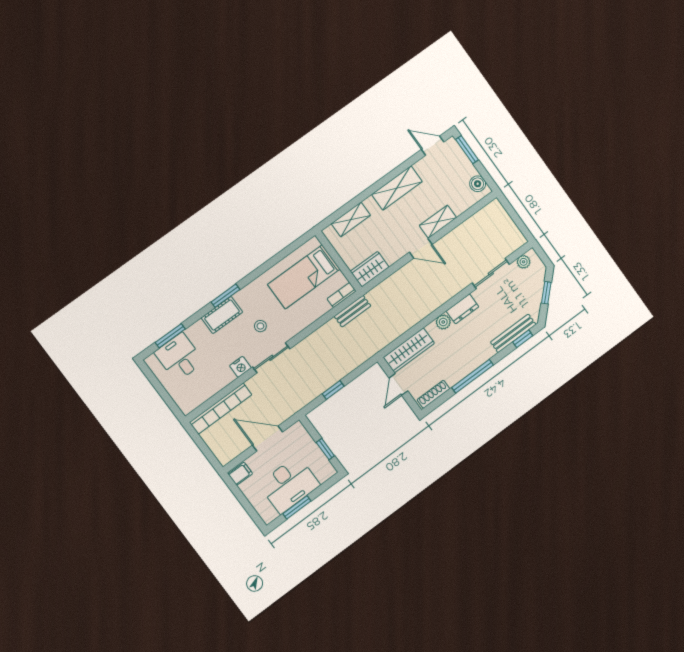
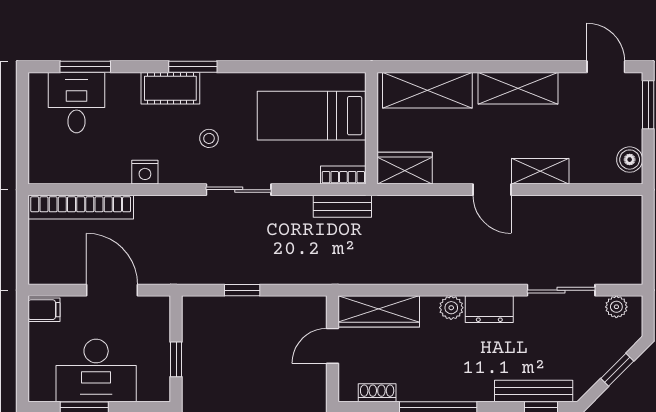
shelving: (351, 219) -> (427, 90), width x1.50, depth x1.33
sliding door: (271, 358) -> (239, 190), moved
shoe rack: (433, 394) -> (377, 393), width x0.70

